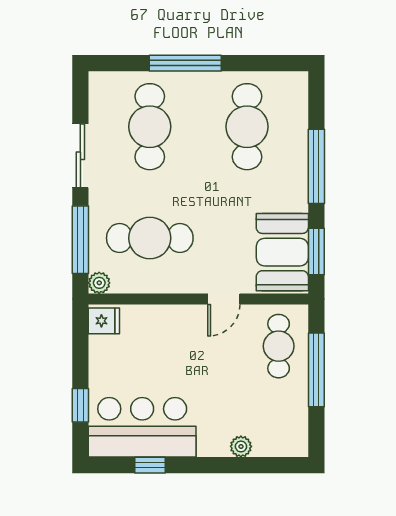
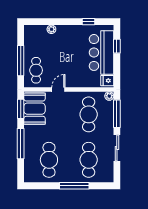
cafe table: (150, 238) -> (89, 114), turned 90
bar counter: (142, 427) -> (101, 52), moved, turned 90

